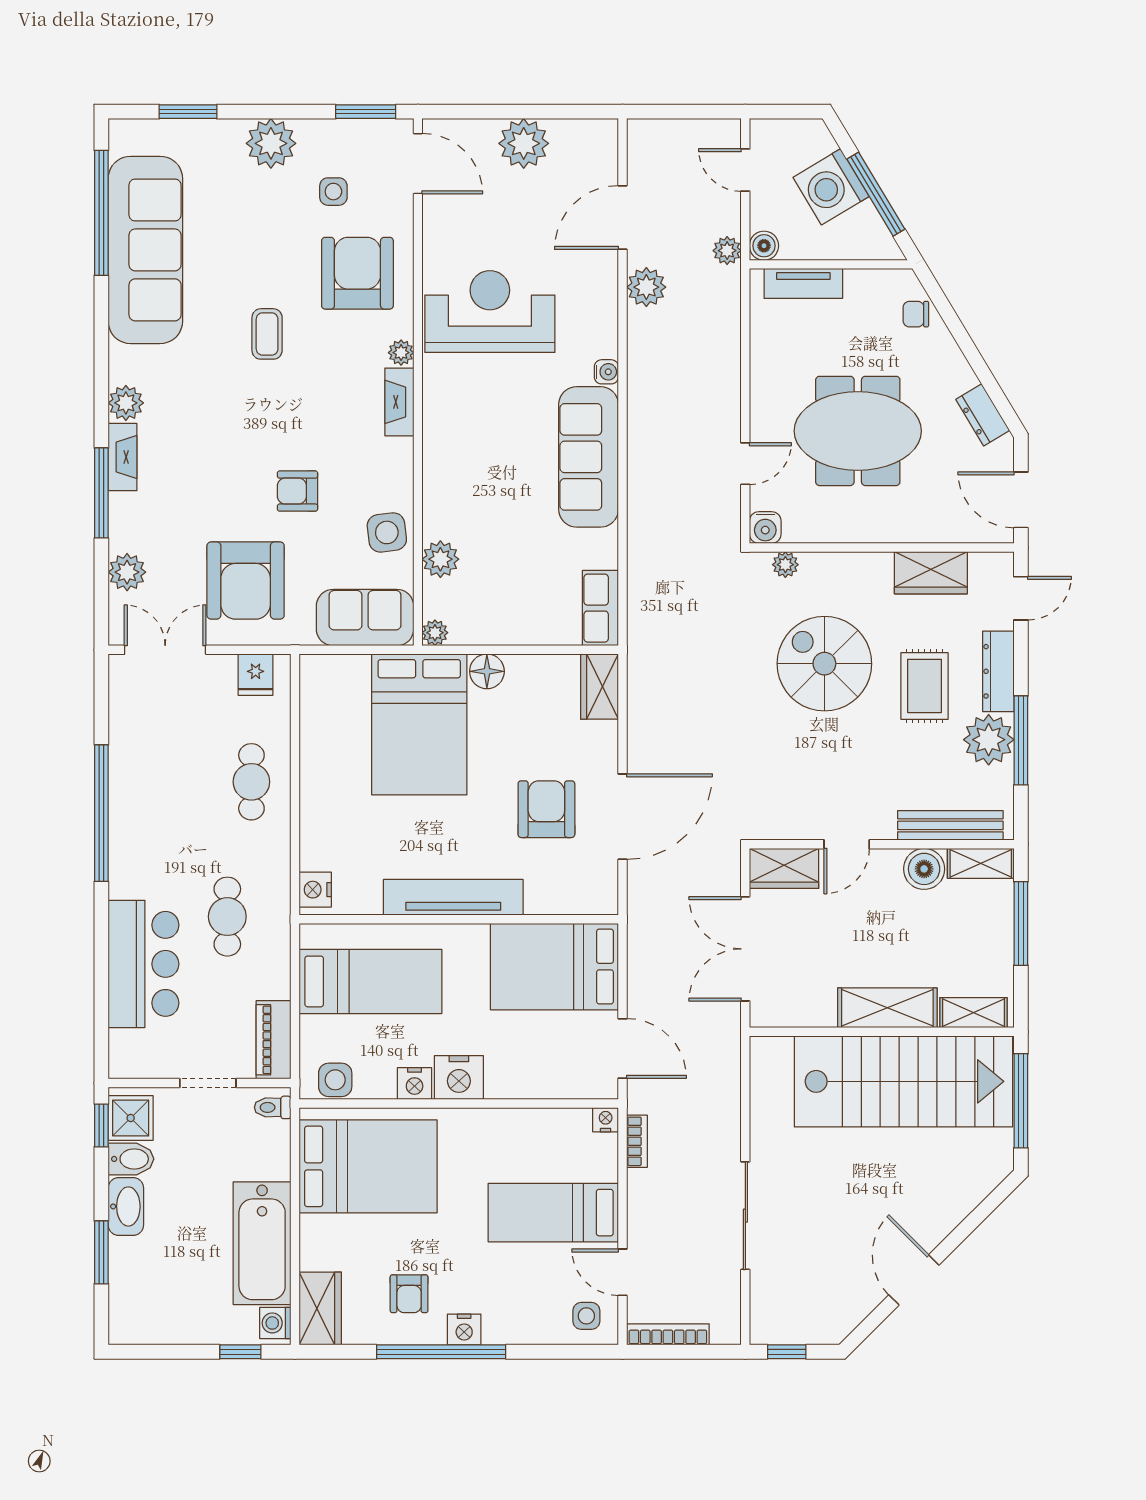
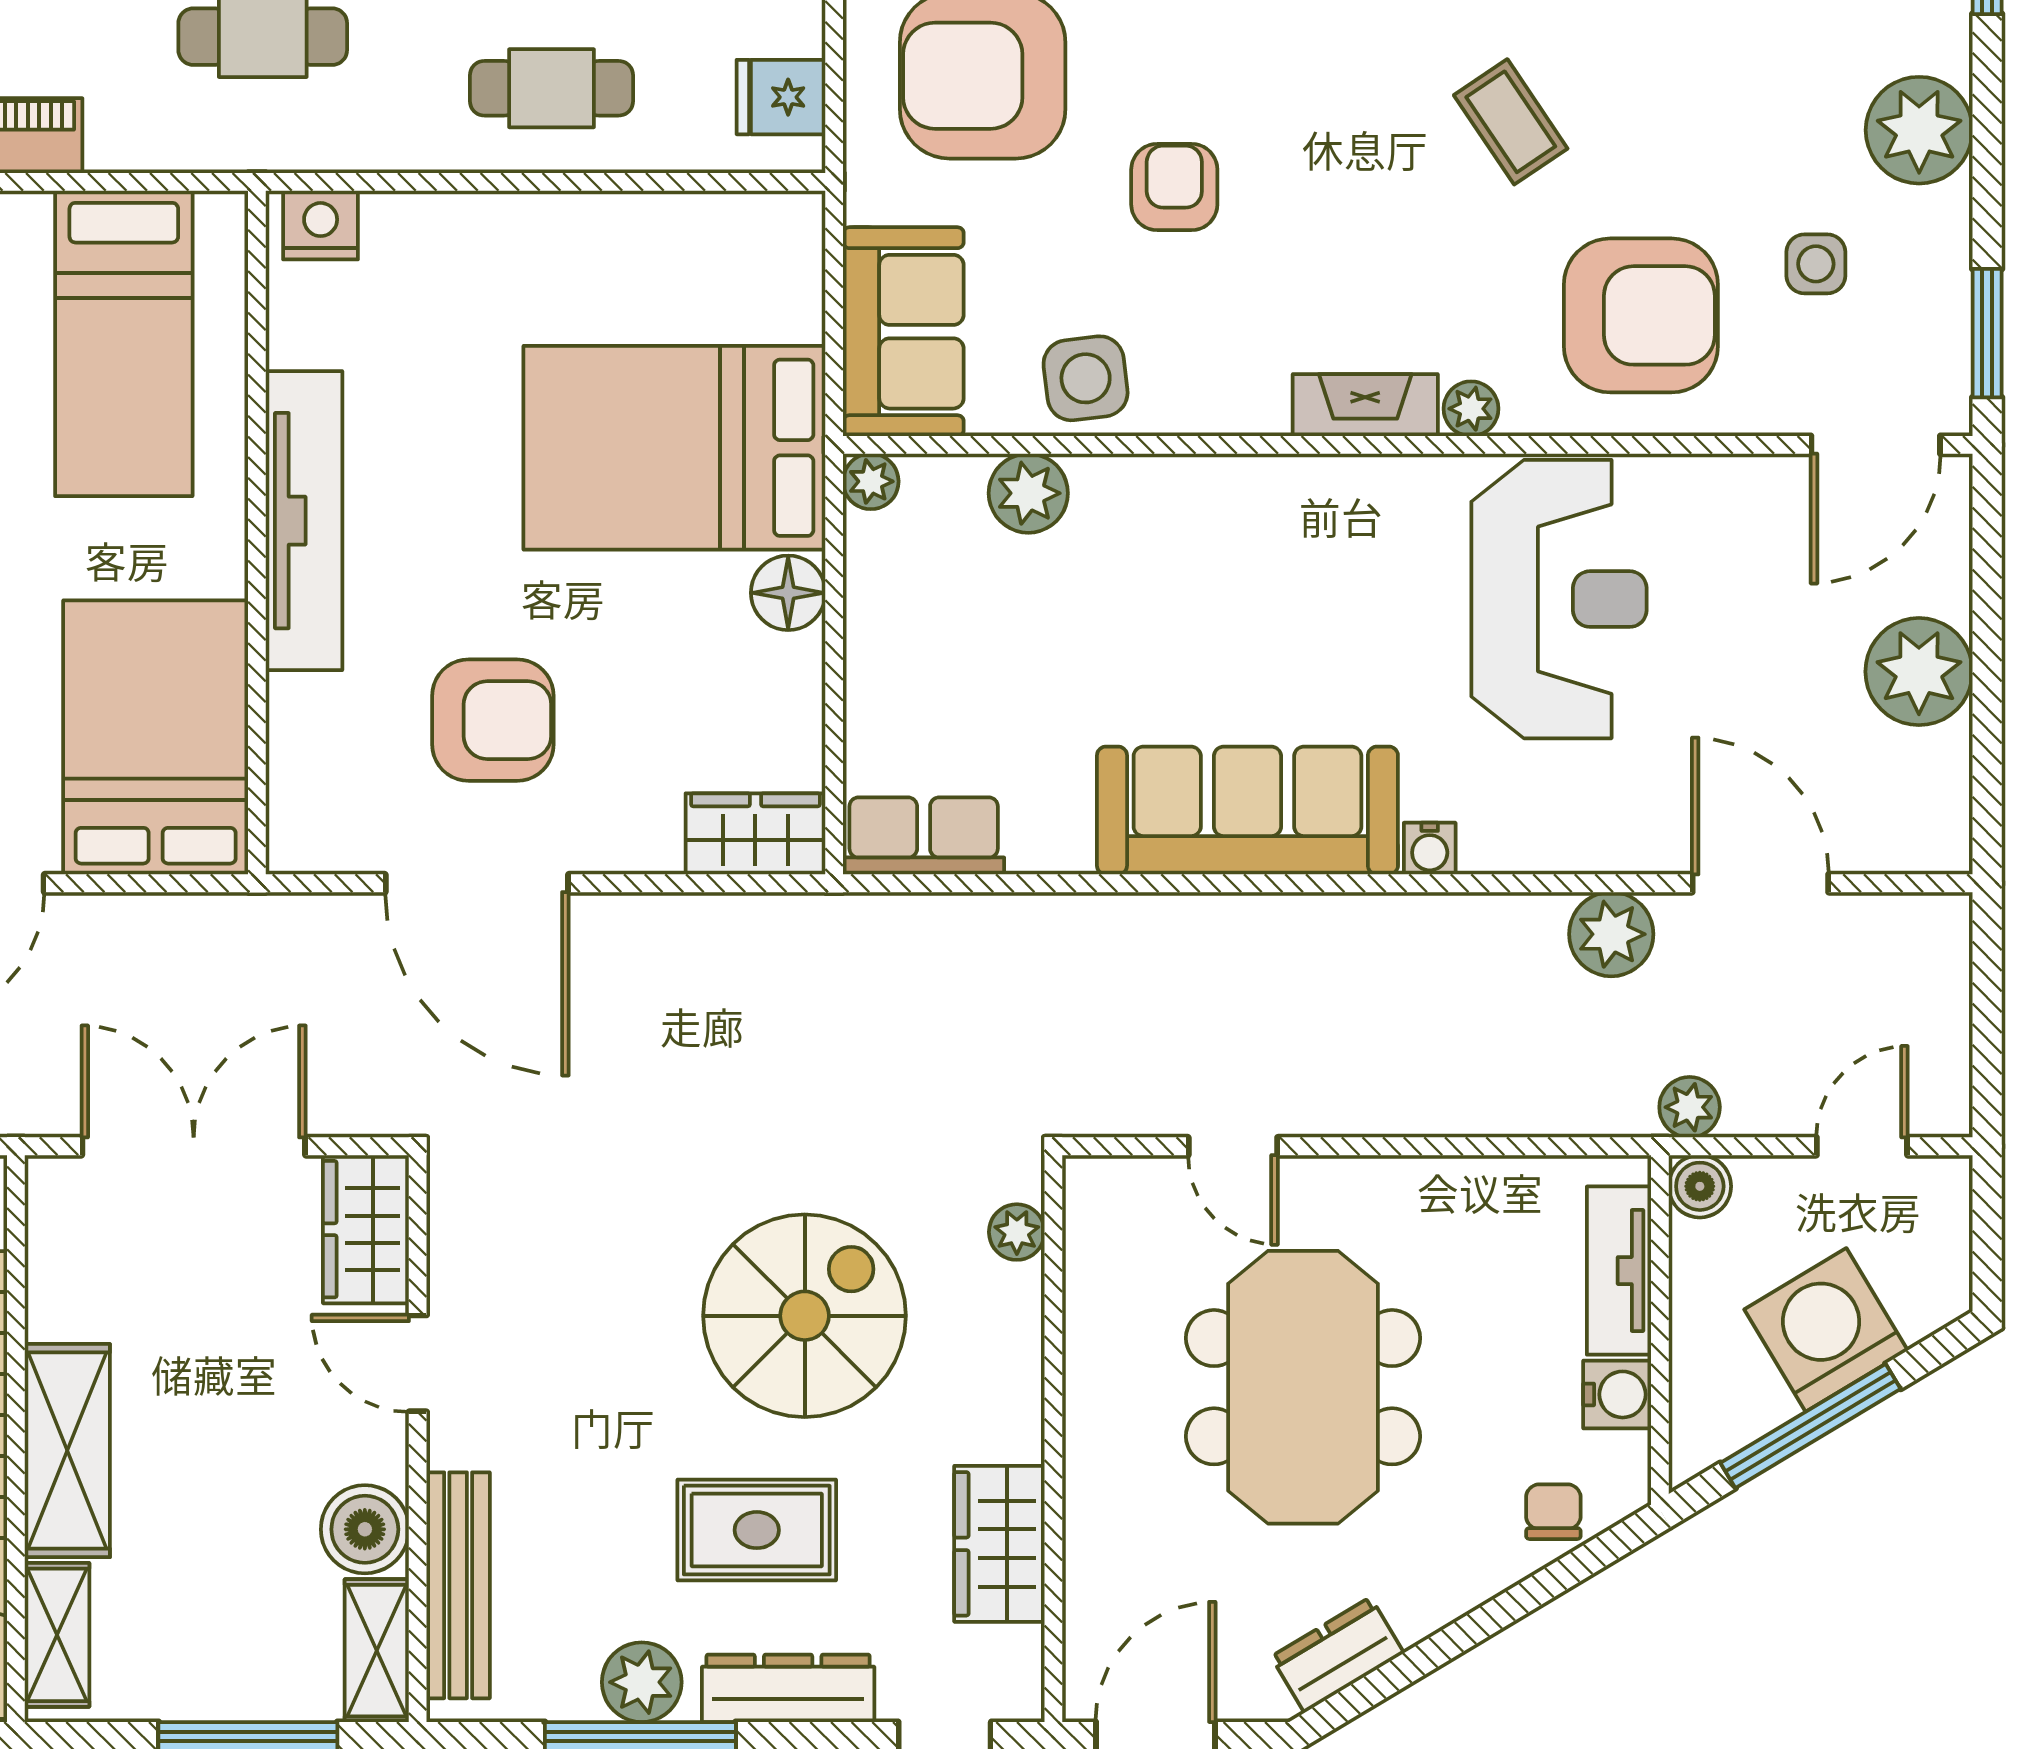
coffee table: (267, 334) -> (1511, 122), turned 56
water cooler: (765, 528) -> (1617, 1394), moved, turned 180
plant: (989, 740) -> (642, 1682), width x0.73, depth x0.73

